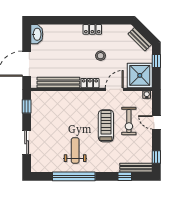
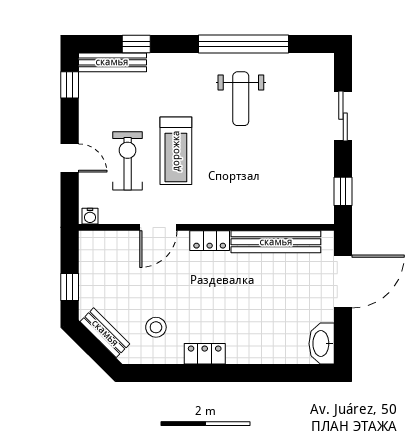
stool: (101, 56) -> (156, 327), moved
shower: (140, 75) -> (105, 257), removed

